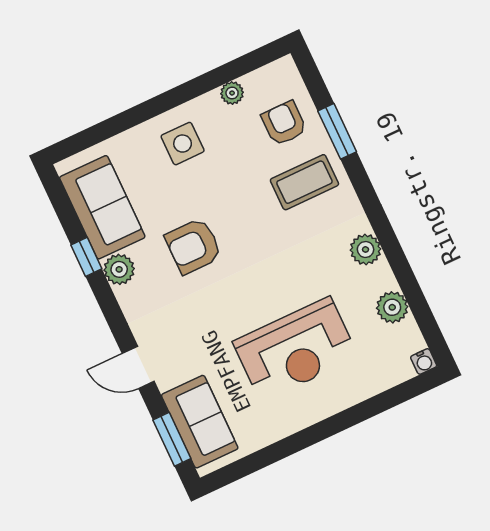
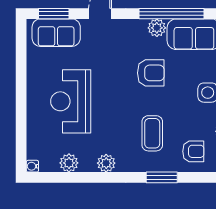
window: (337, 131) -> (162, 177), moved
coffee table: (304, 182) -> (152, 133), moved
armchair: (193, 246) -> (151, 73), turned 90
window: (86, 257) -> (172, 14), width x3.17

